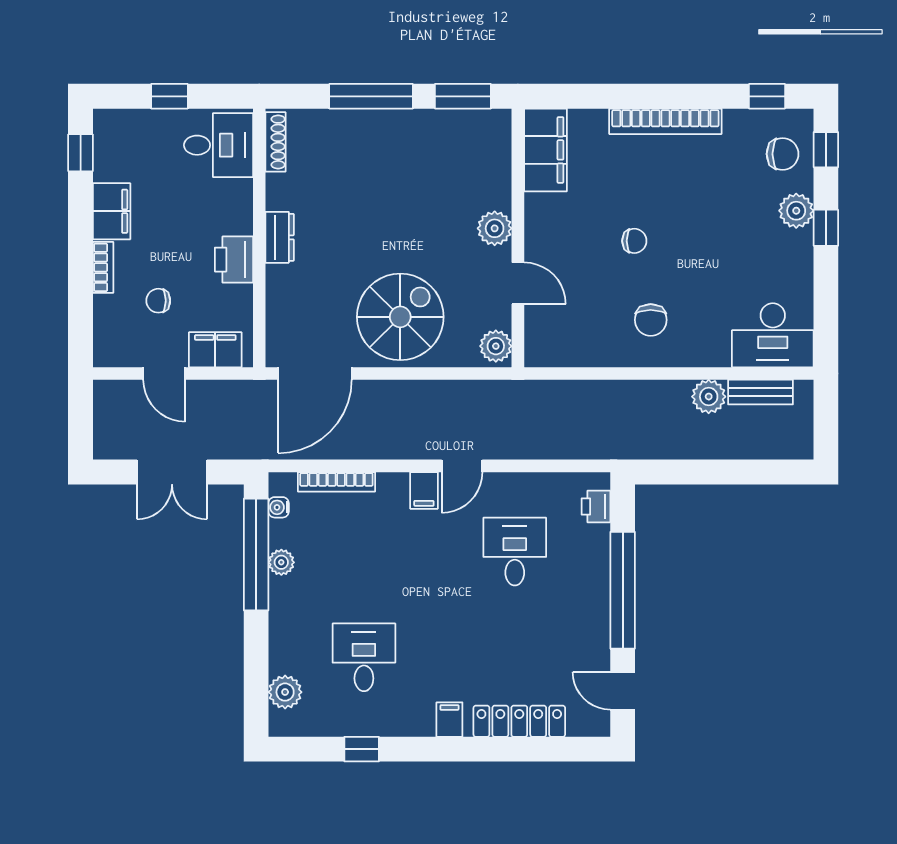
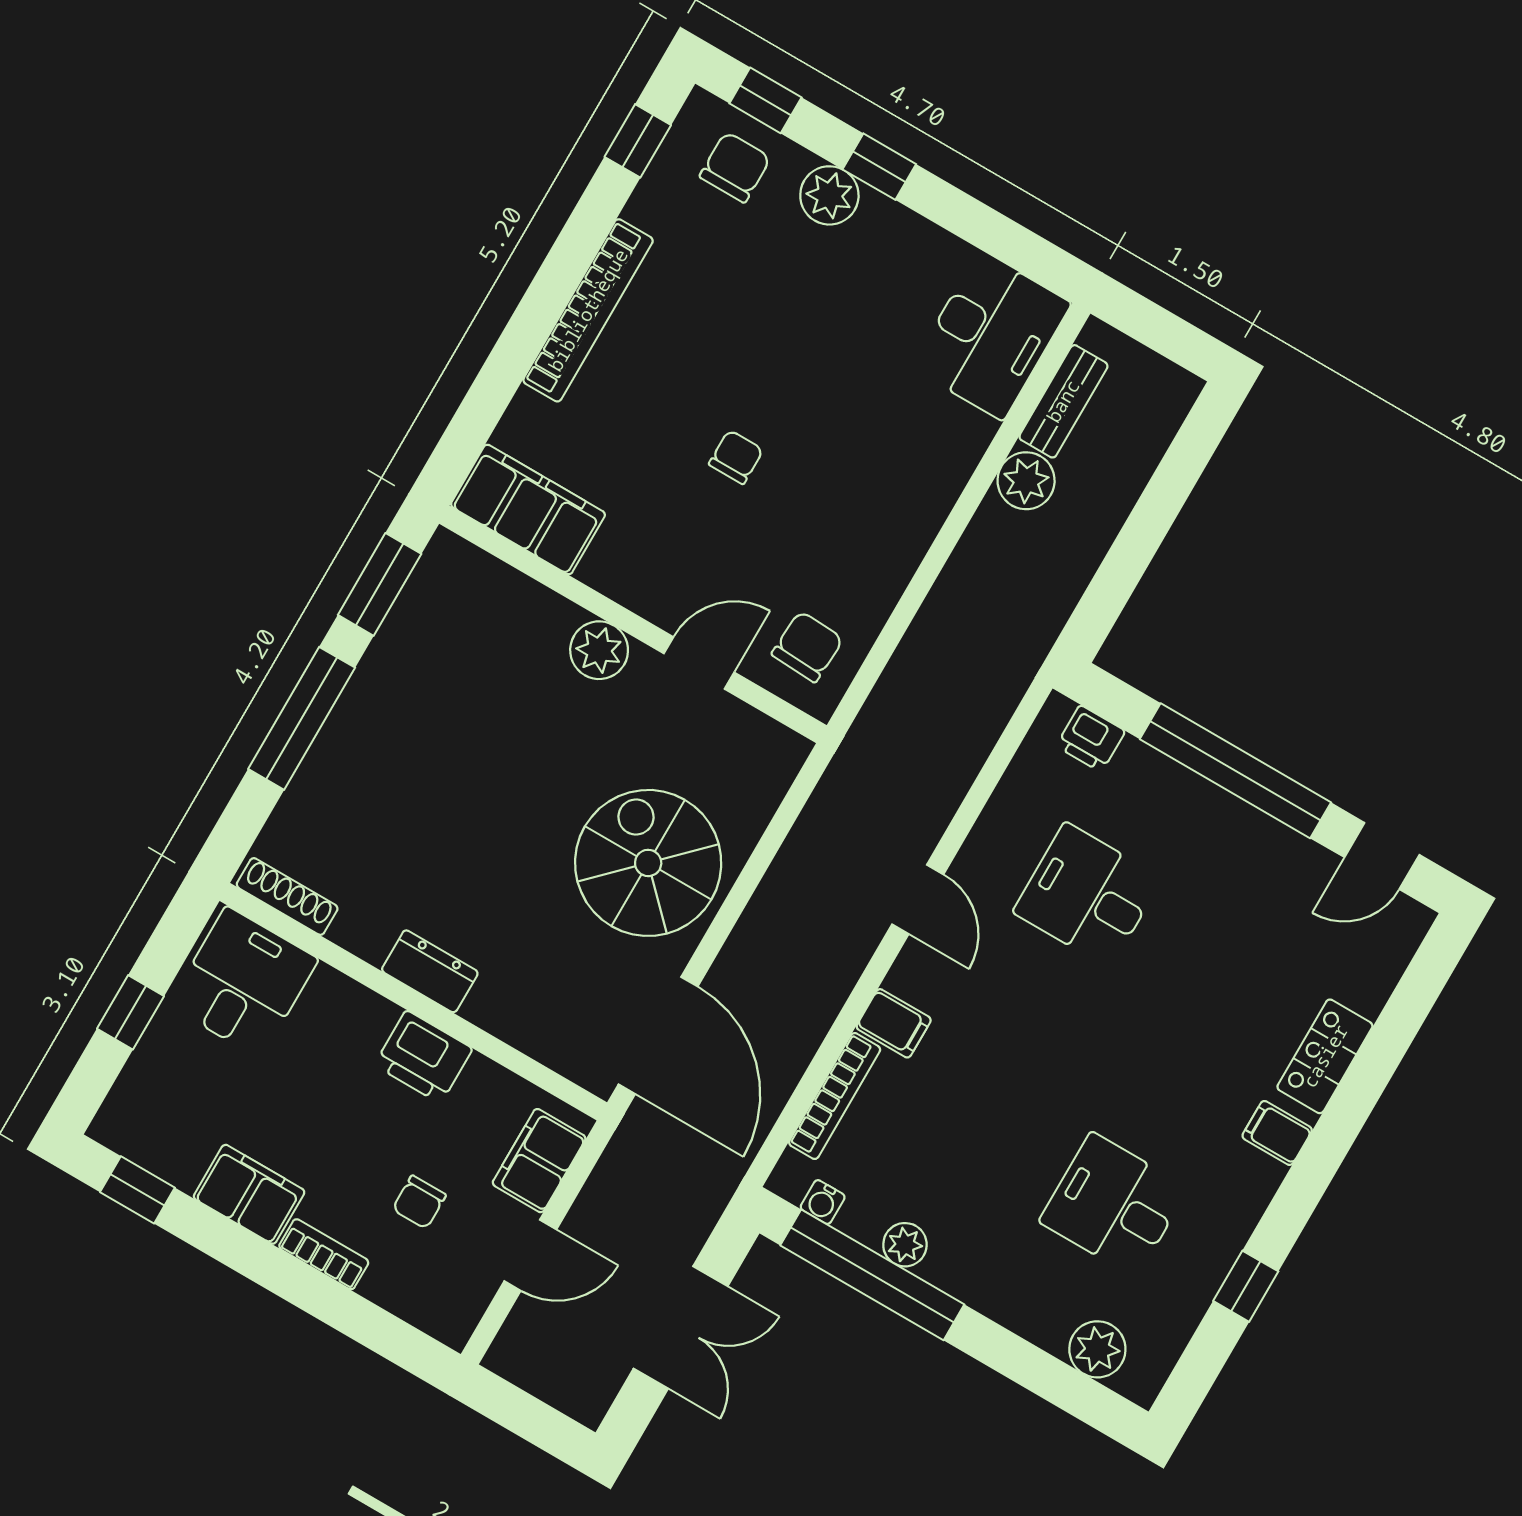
chair: (651, 320) -> (807, 647), moved, turned -87
plant: (496, 346) -> (772, 748), removed
filing cabinet: (424, 490) -> (894, 1023), moved
locker: (519, 721) -> (1325, 1056), width x0.66

